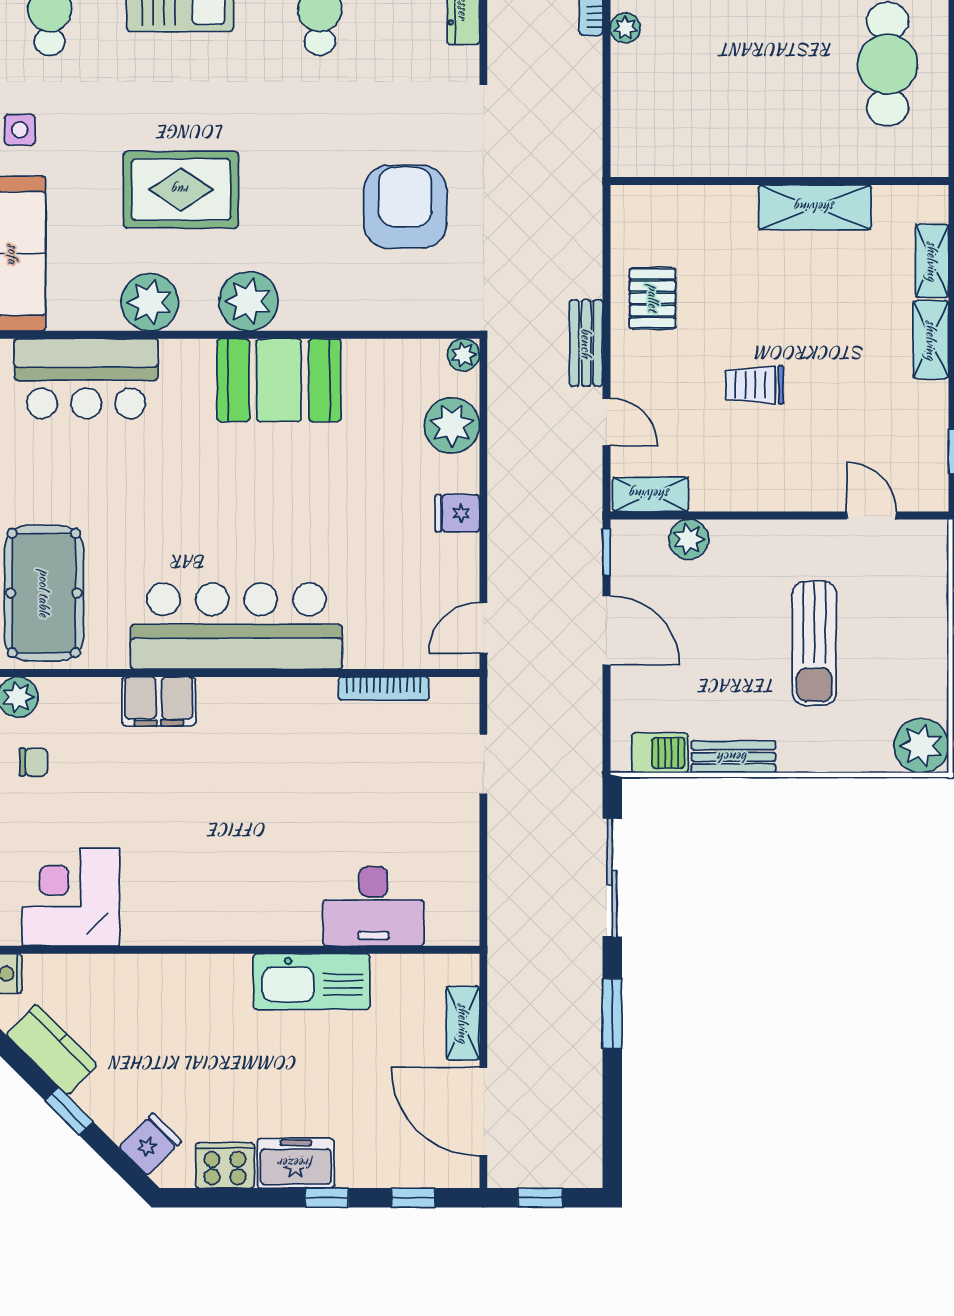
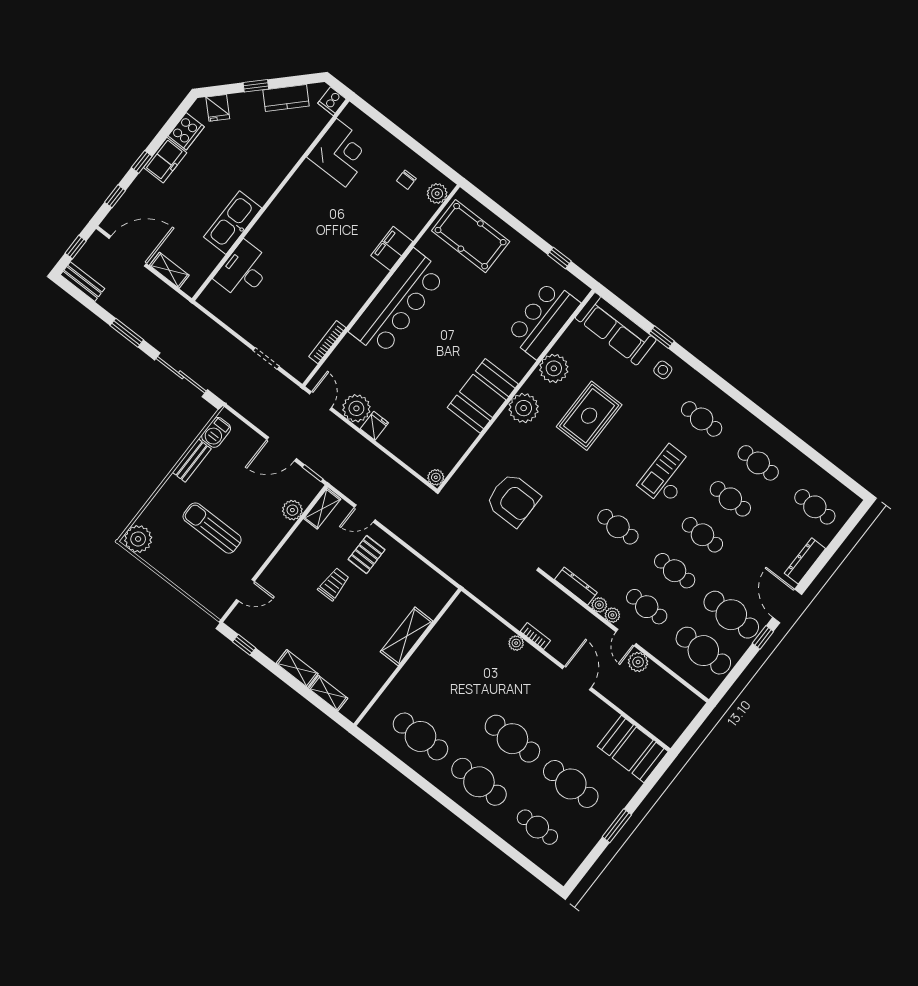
shelving: (815, 207) -> (407, 636), moved
pallet: (653, 298) -> (367, 555), moved, turned 90
bench: (586, 343) -> (82, 282), moved
plant: (452, 426) -> (356, 408), moved

